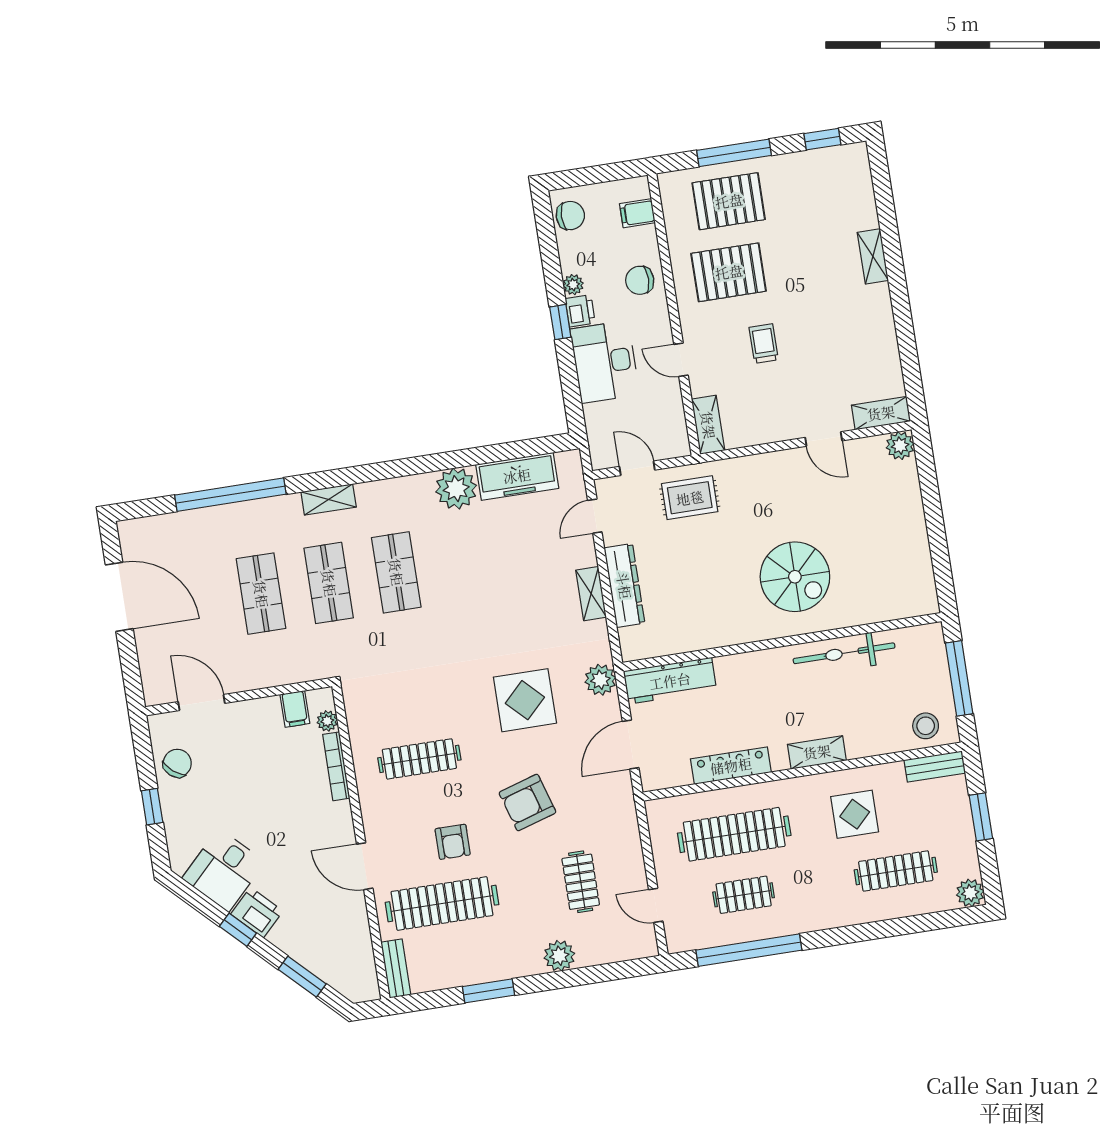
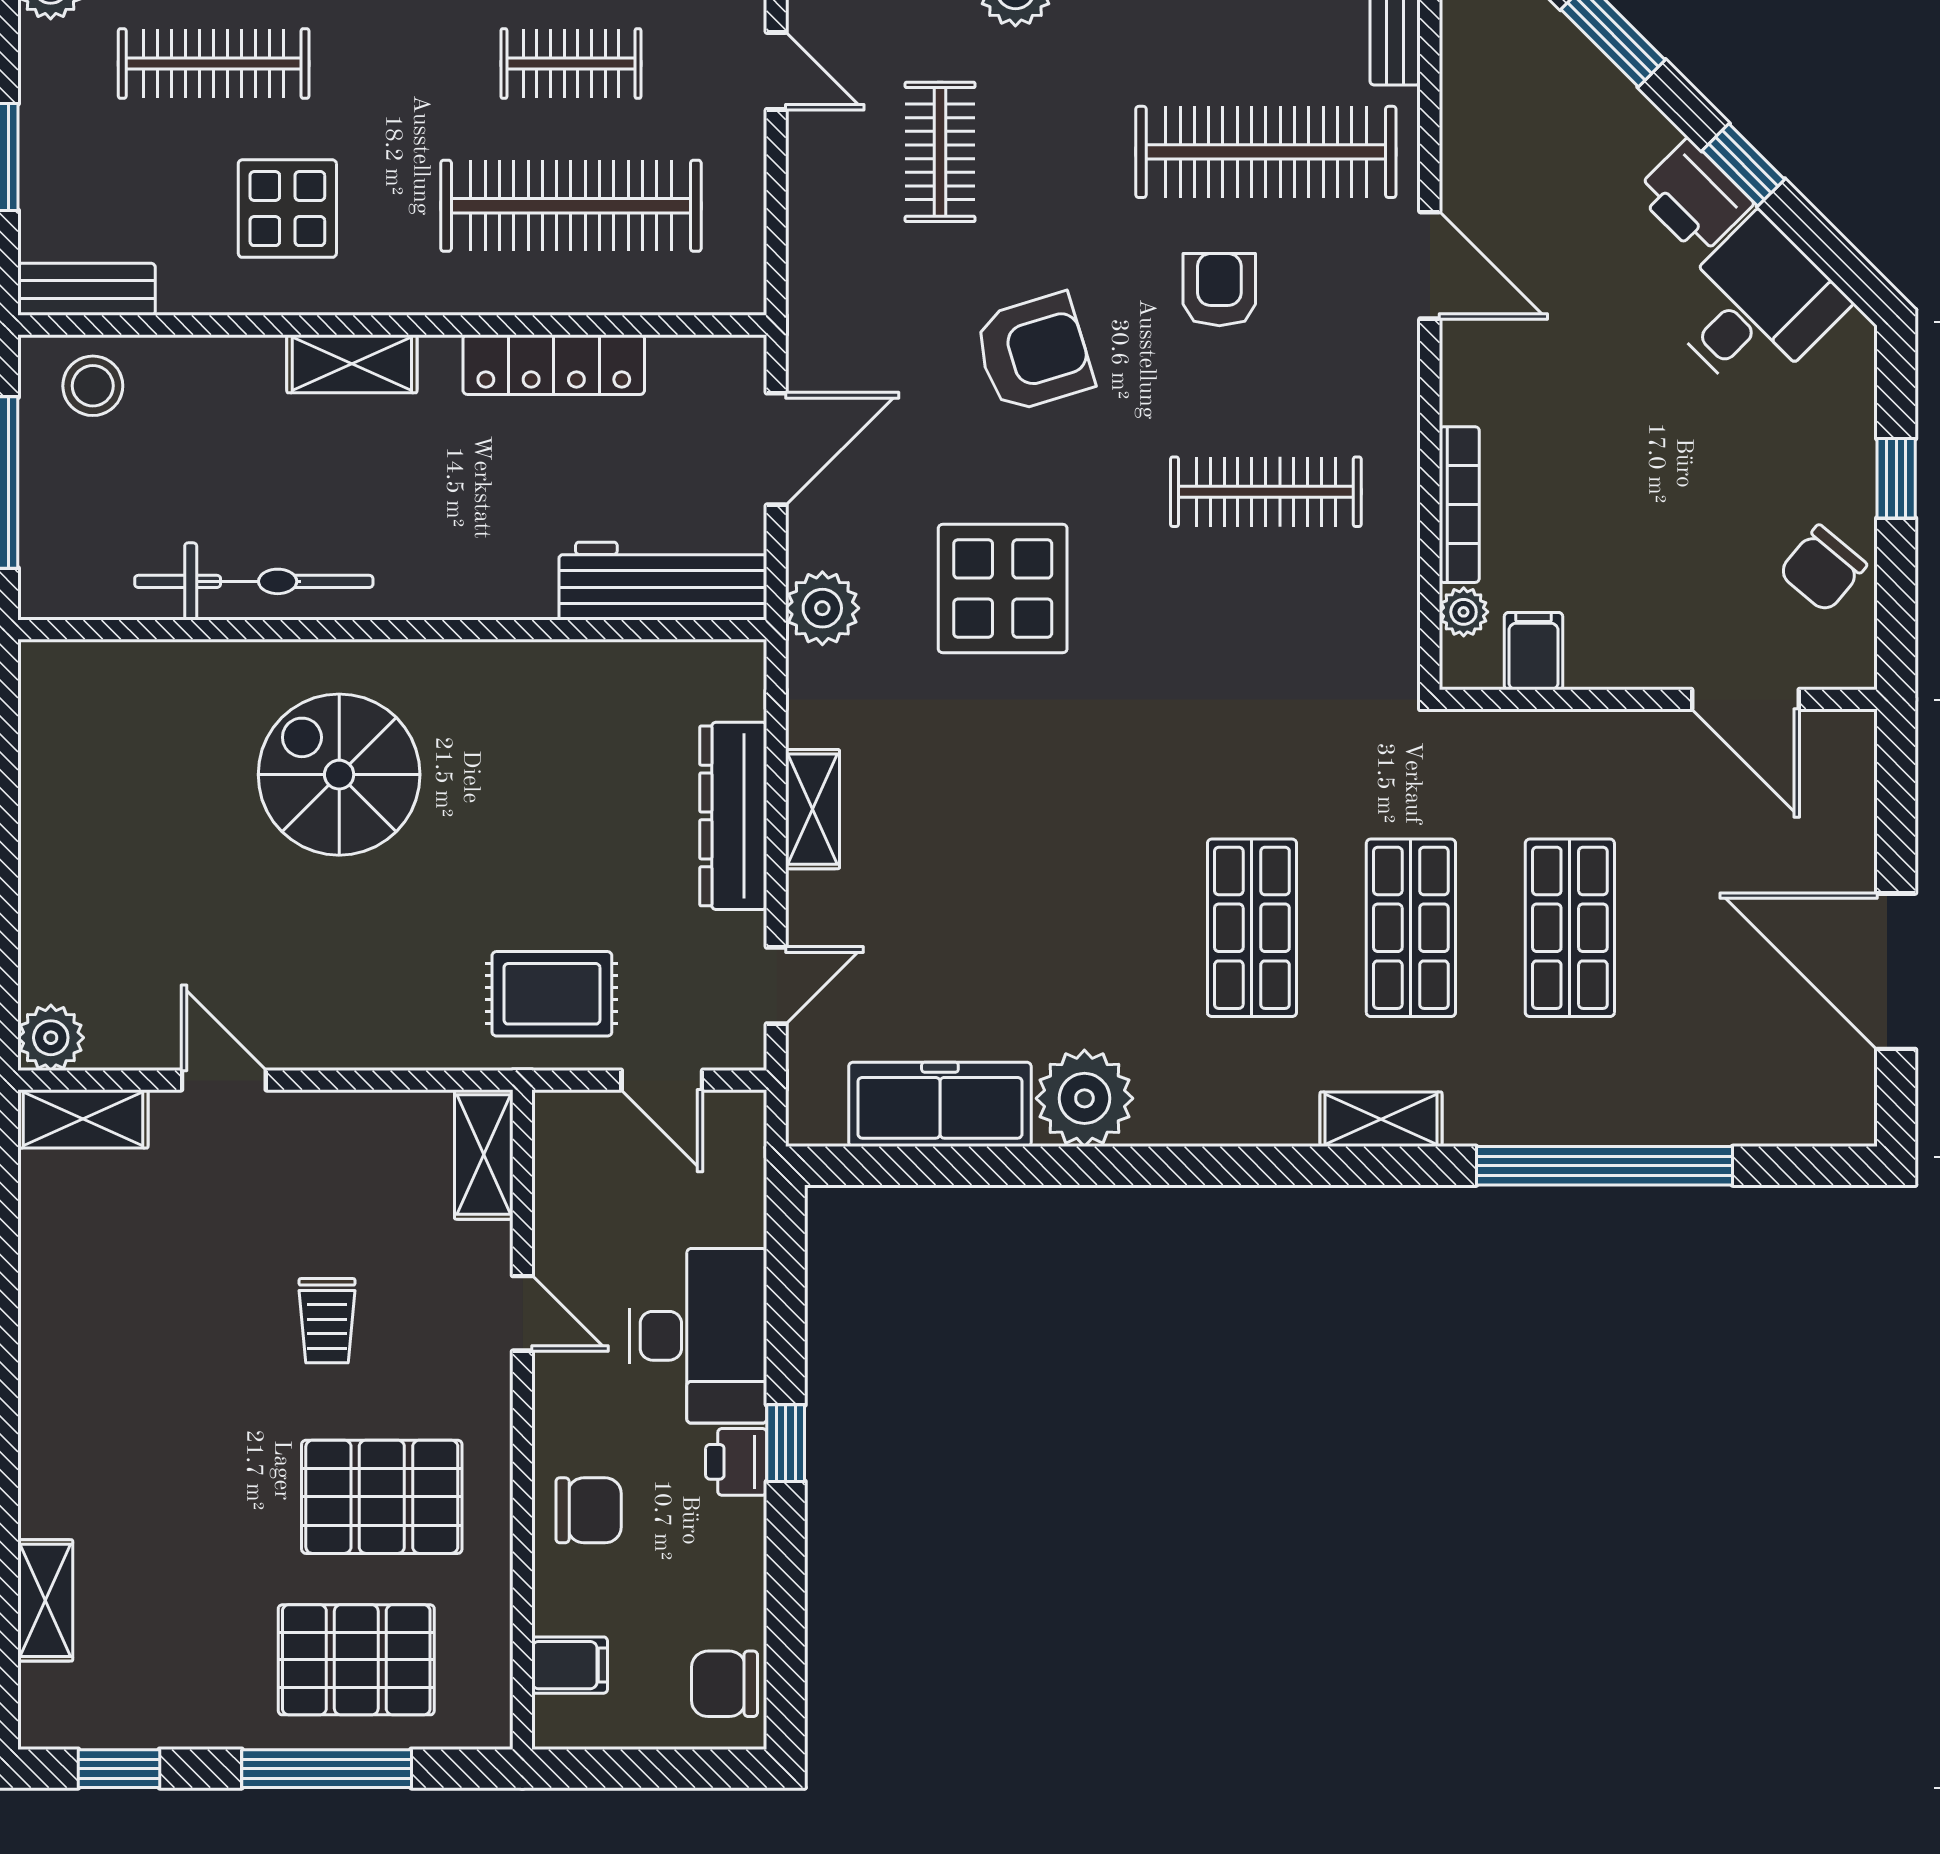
shelving: (873, 256) -> (45, 1600), moved
plant: (573, 285) -> (743, 1524), removed

